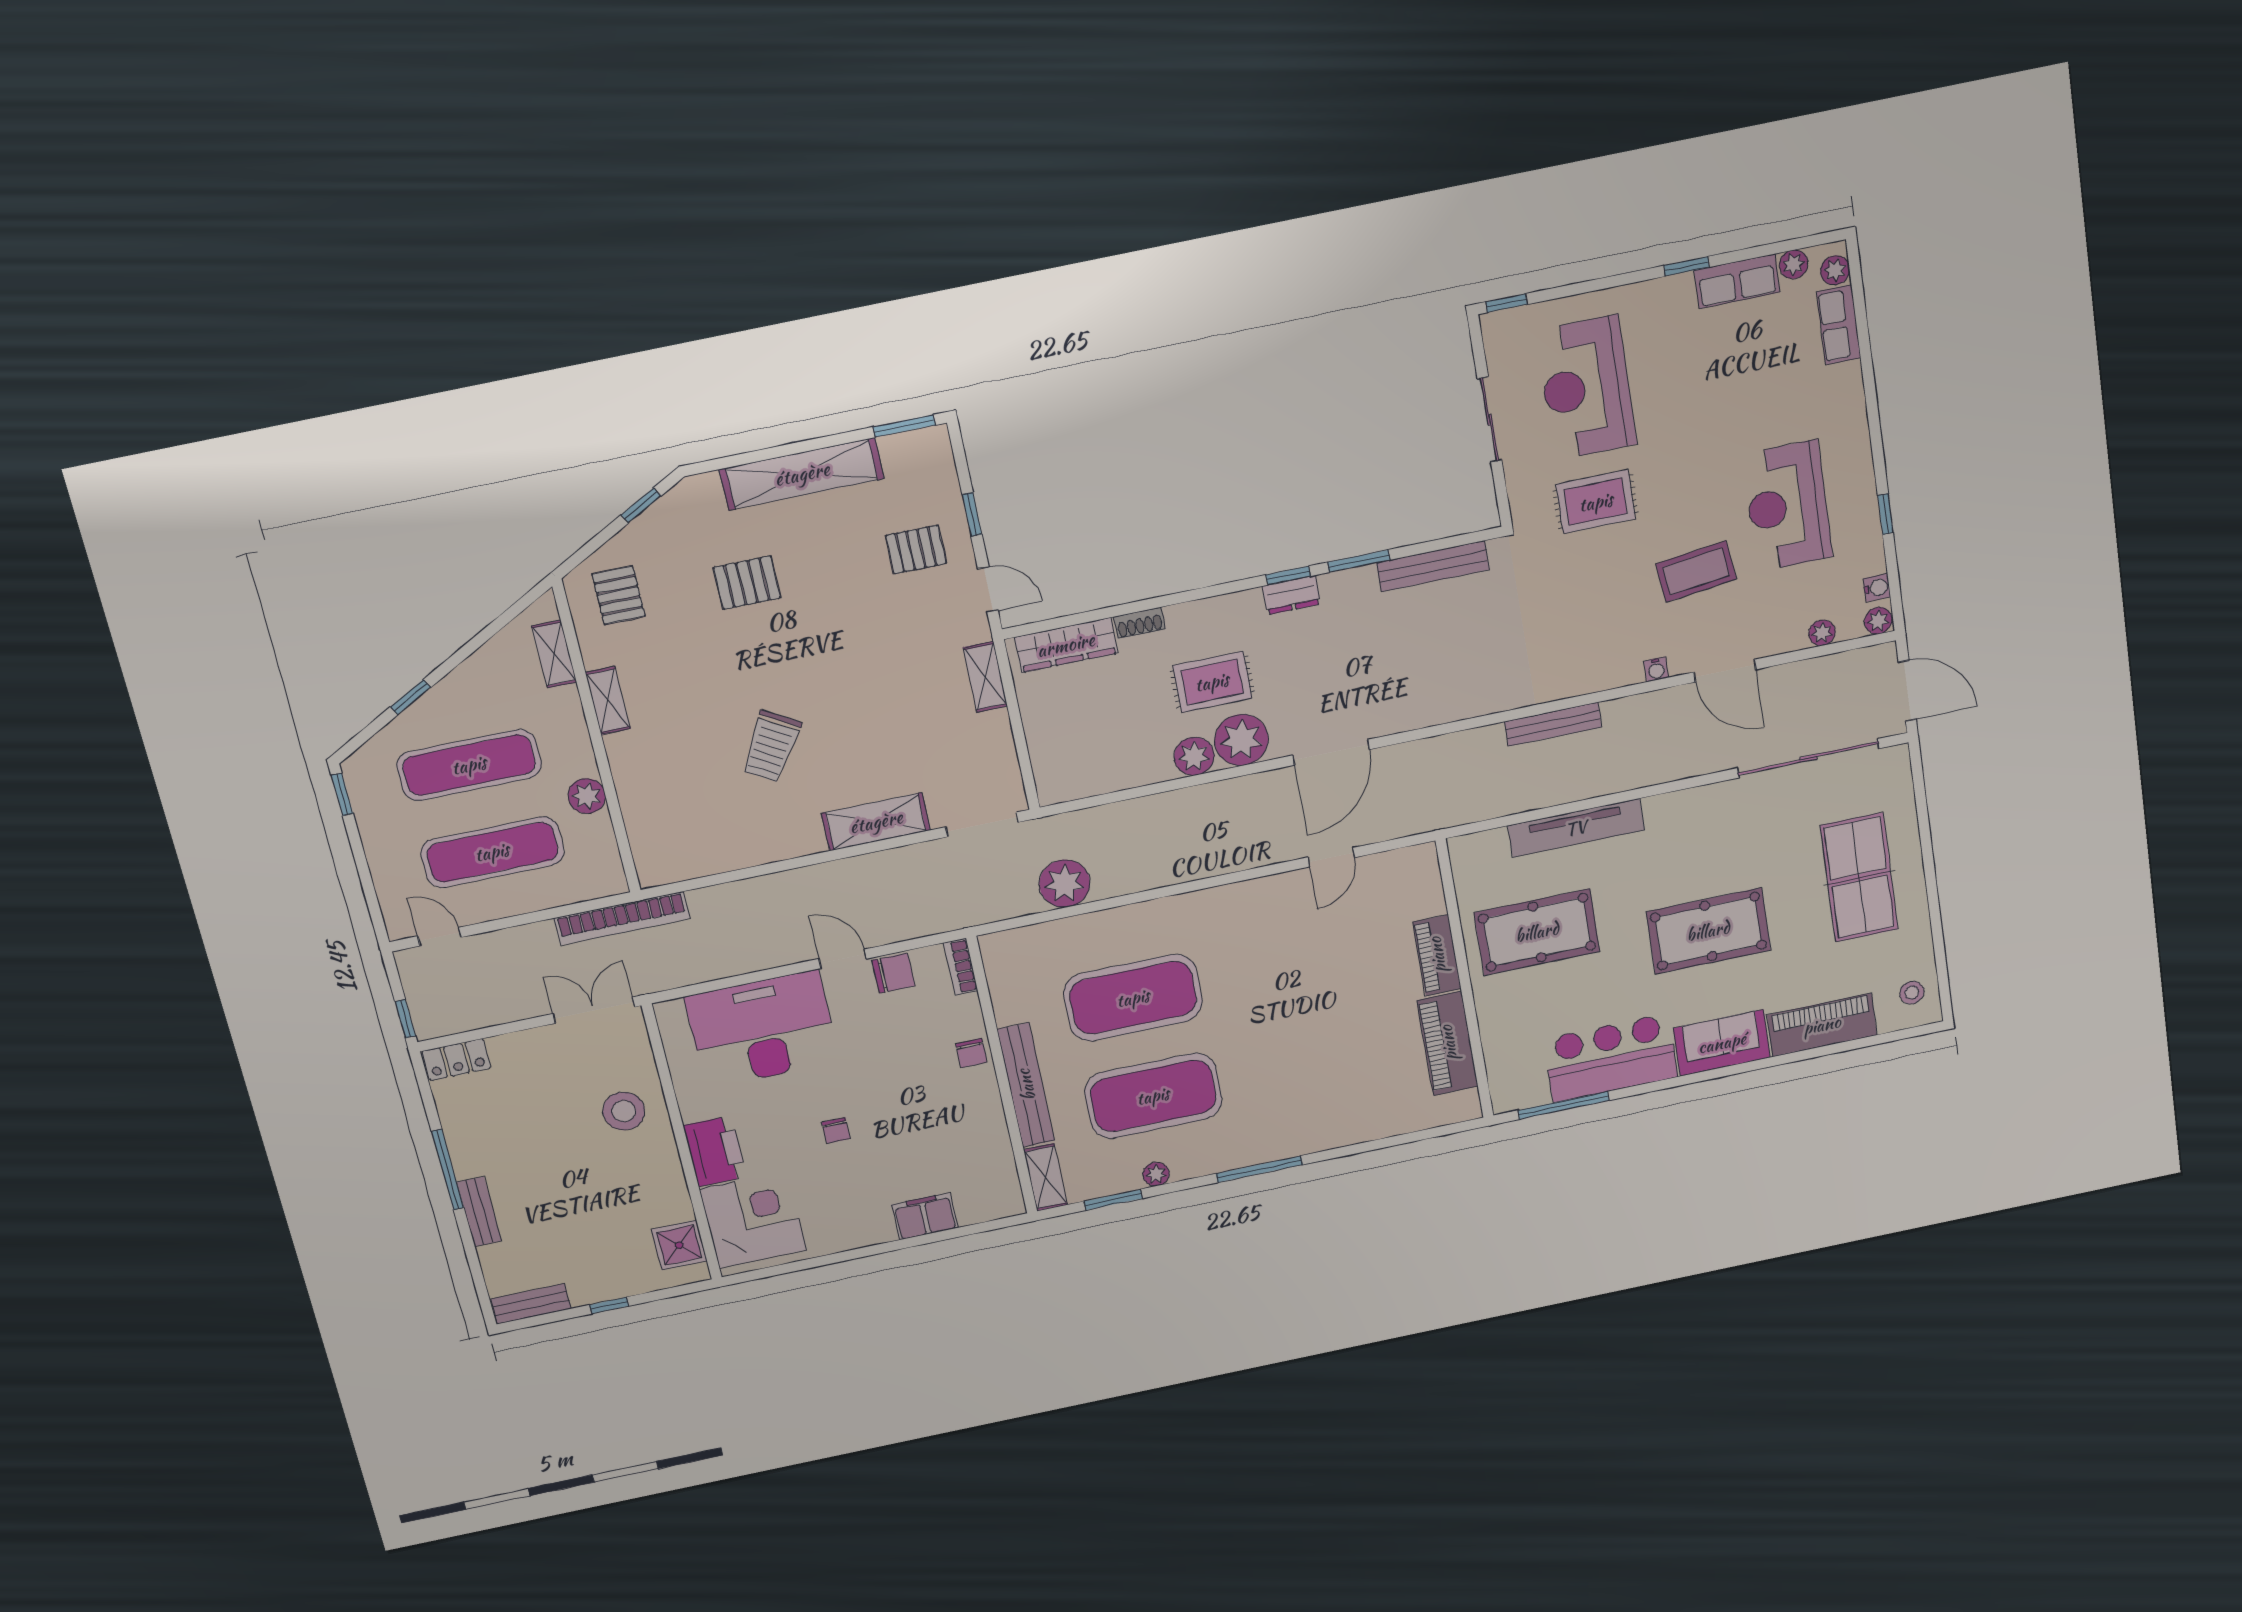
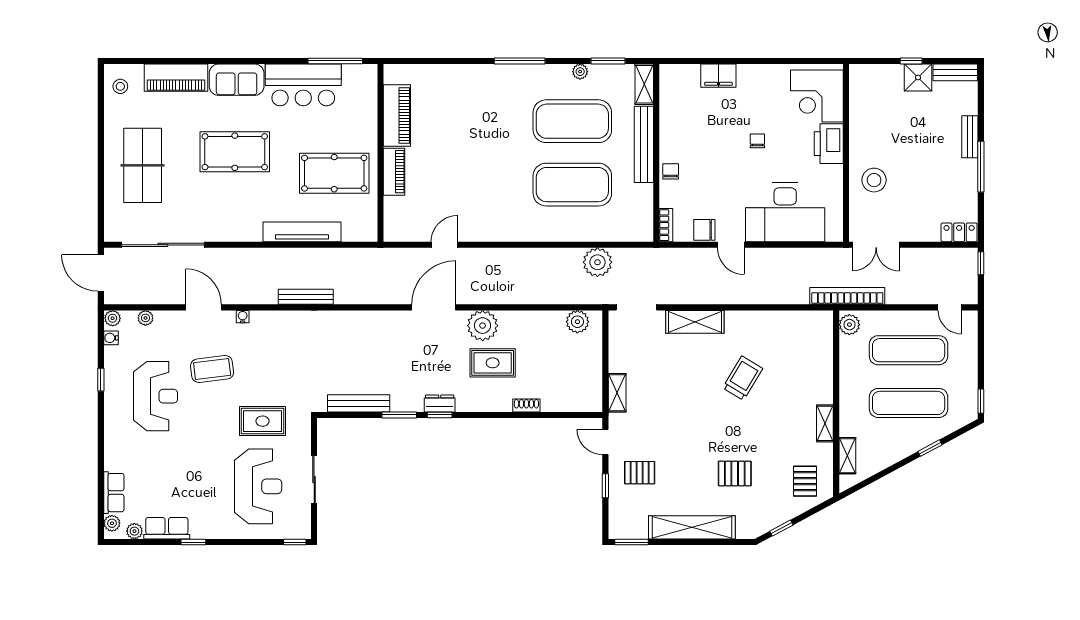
wardrobe: (1066, 645) -> (569, 401), removed
plant: (1194, 756) -> (577, 322), moved
plant: (587, 796) -> (849, 325), moved
shower: (679, 1245) -> (918, 78), moved

